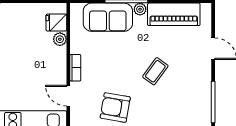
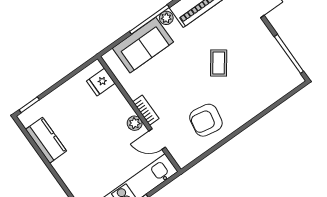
plant: (60, 39) -> (135, 123), moved

